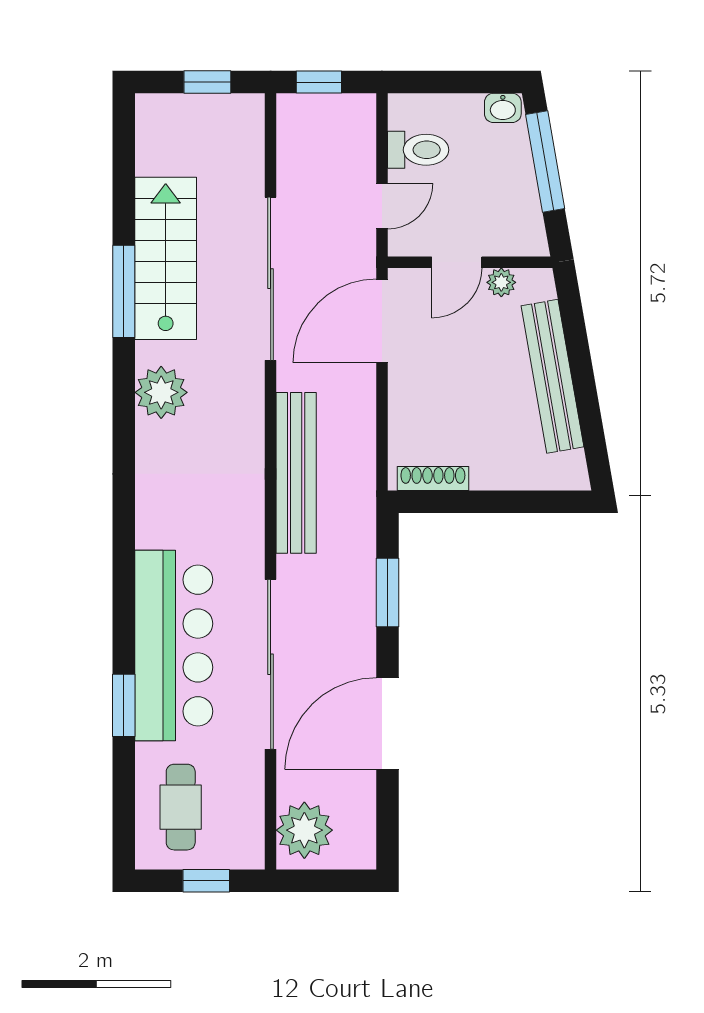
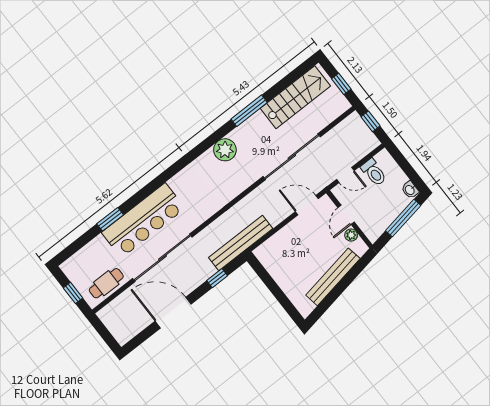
stairs: (166, 258) -> (295, 97), moved
door: (457, 262) -> (346, 215), hinge flipped
door: (382, 321) -> (307, 205), width x0.73
bench: (296, 473) -> (241, 243), moved
shoe rack: (433, 479) -> (267, 264), removed
window: (388, 593) -> (217, 278), width x0.67
cafe table: (181, 807) -> (106, 283), moved
plant: (304, 830) -> (116, 313), removed

